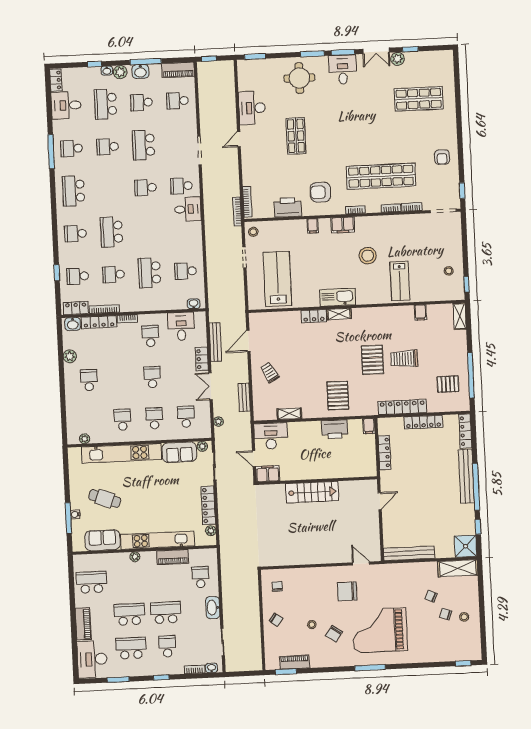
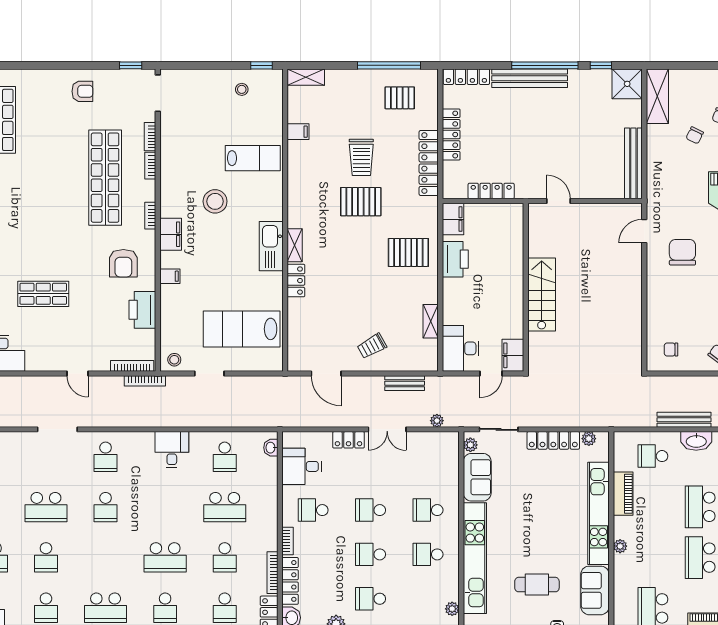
door: (239, 139) -> (77, 374), moved
desk: (188, 209) -> (172, 450), moved
bench: (215, 342) -> (684, 420), moved
pallet: (448, 384) -> (400, 98), turned 90
school desk: (186, 417) -> (371, 554), moved
filing cabinet: (369, 426) -> (453, 219), width x2.00
cafe table: (105, 499) -> (537, 585), turned 70
chair: (347, 591) -> (682, 252), turned 180

